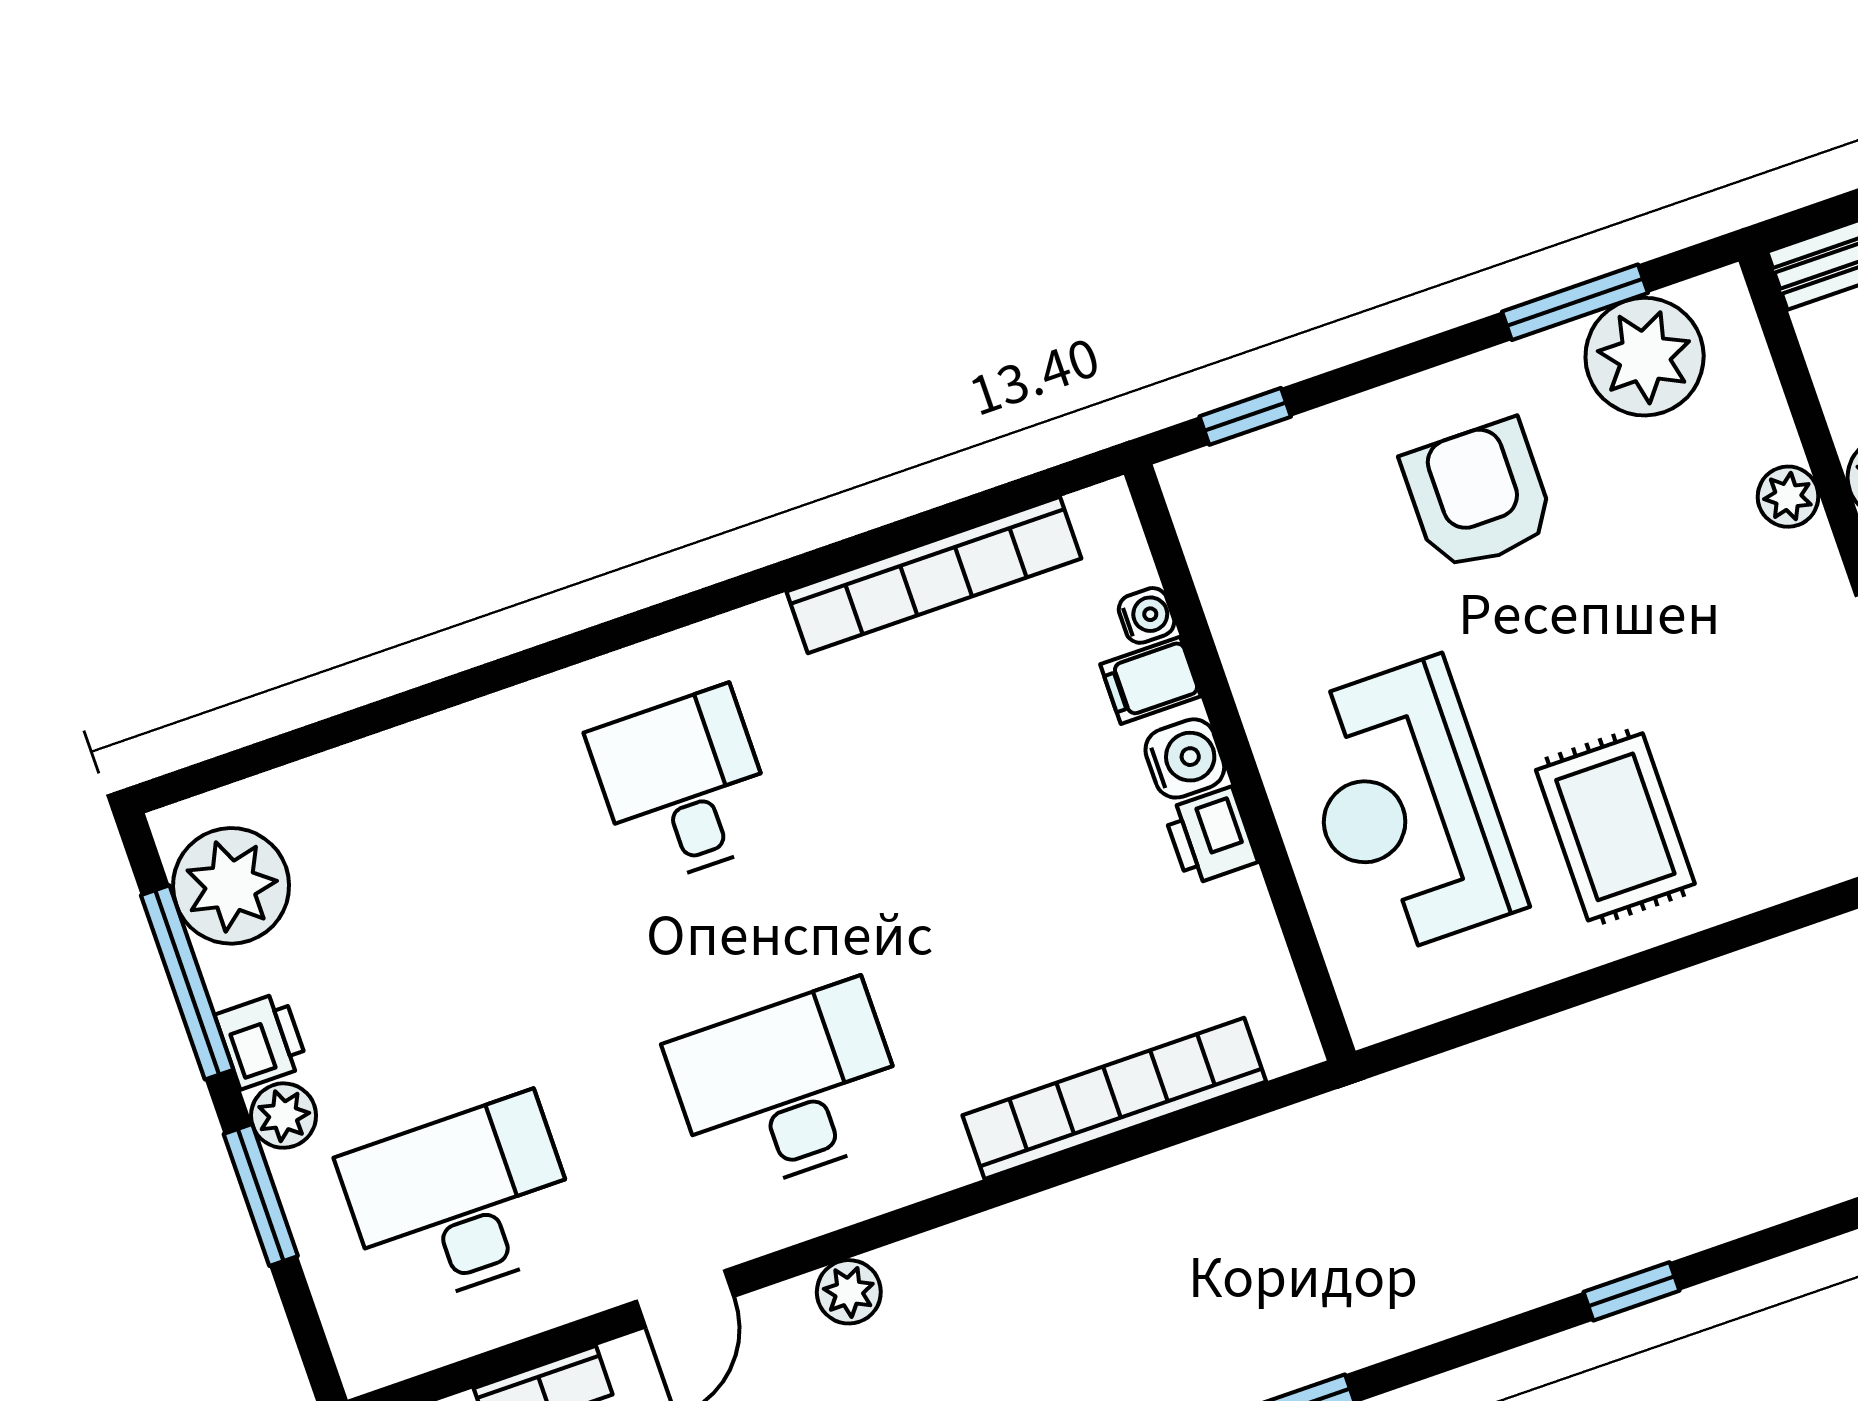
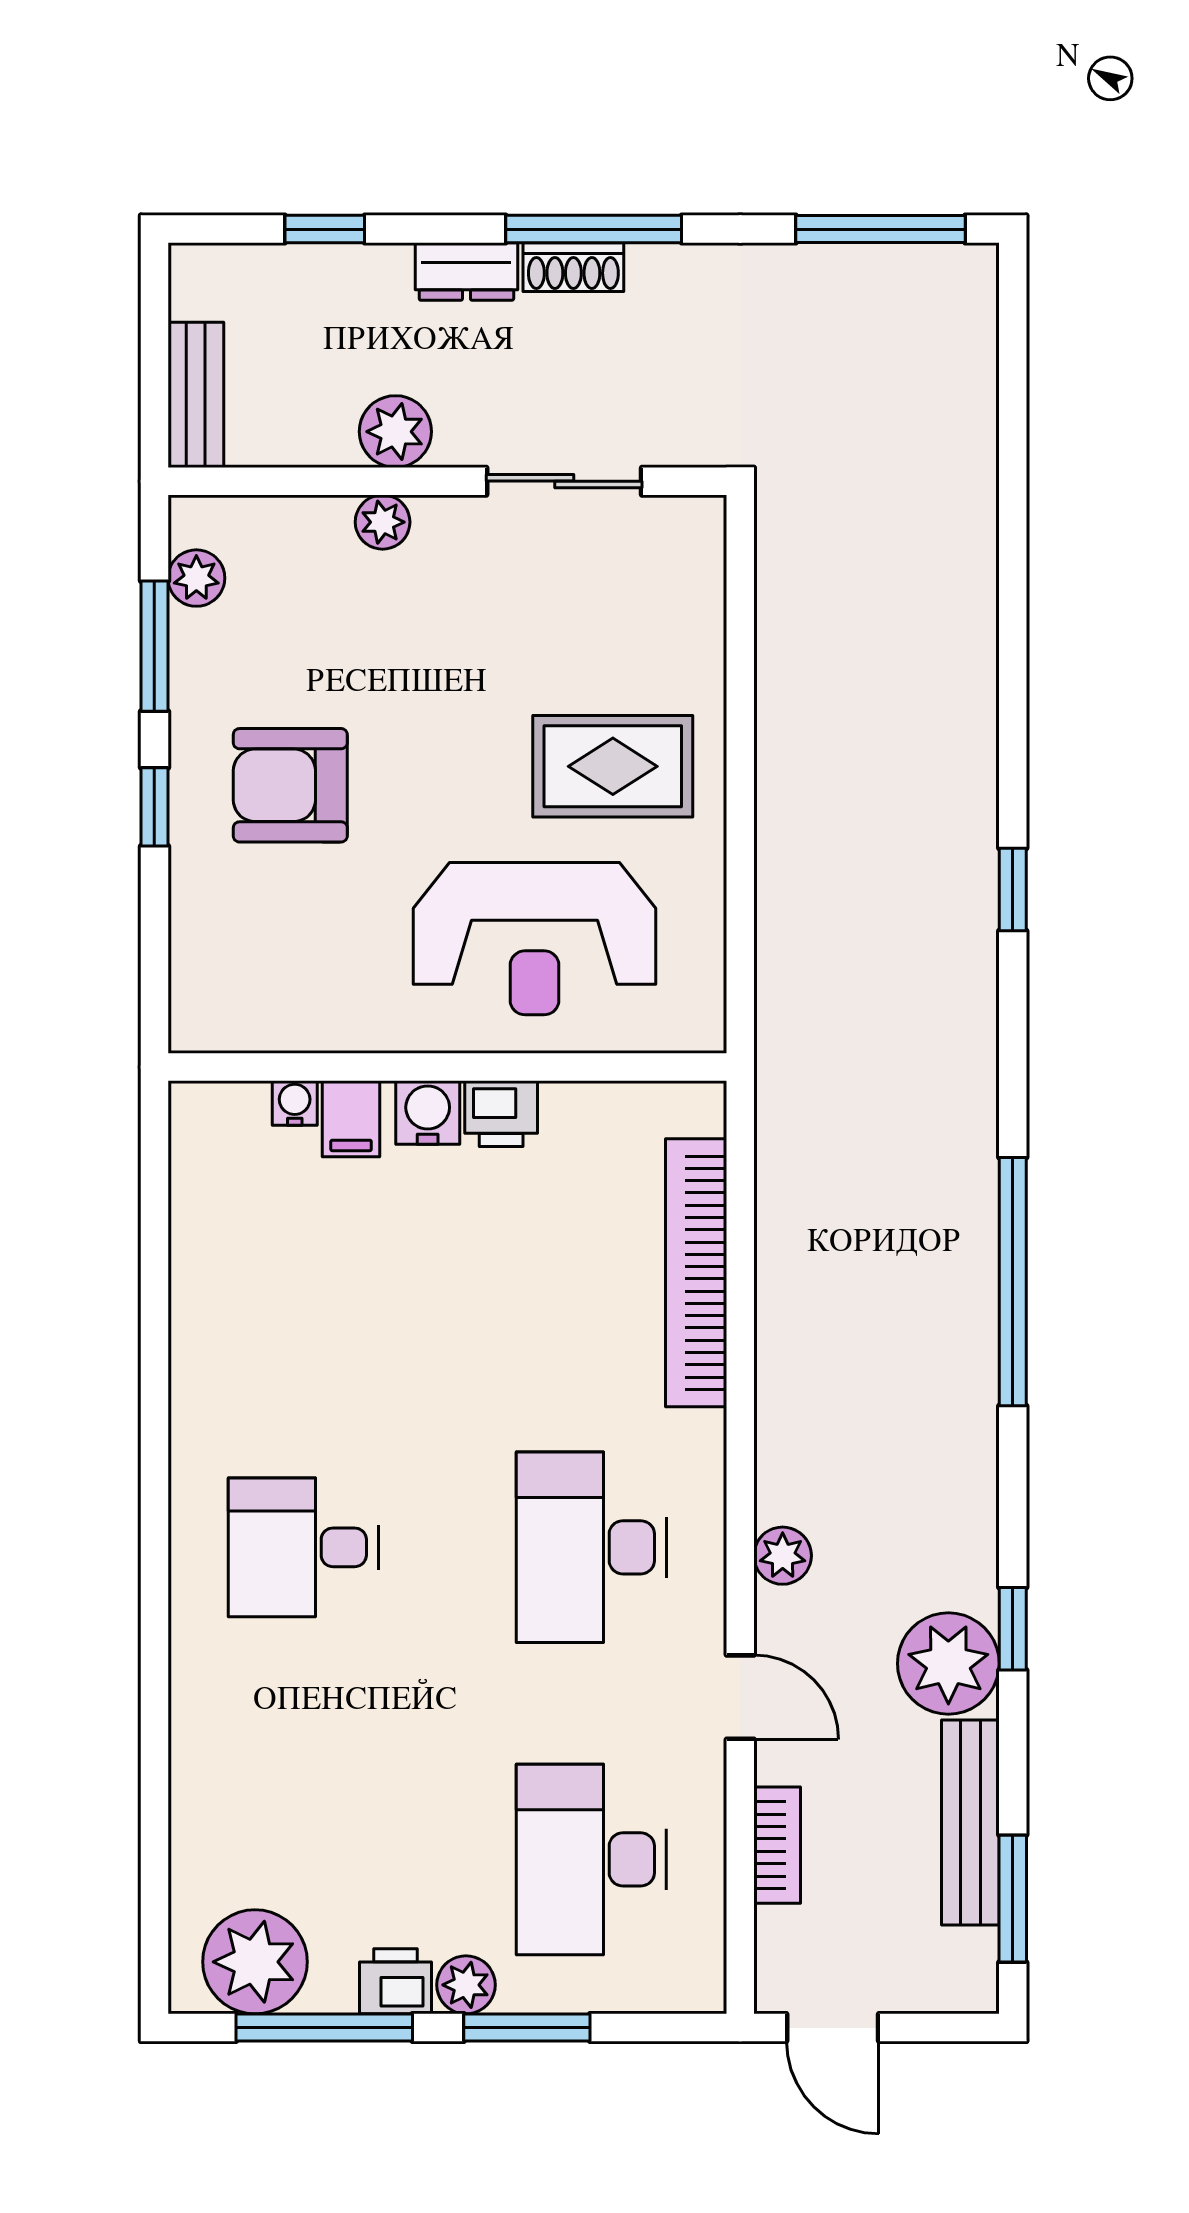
plant: (1645, 357) -> (196, 578), width x0.53, depth x0.53
window: (1245, 416) -> (154, 807), moved
bookcase: (934, 575) -> (198, 1272), removed

